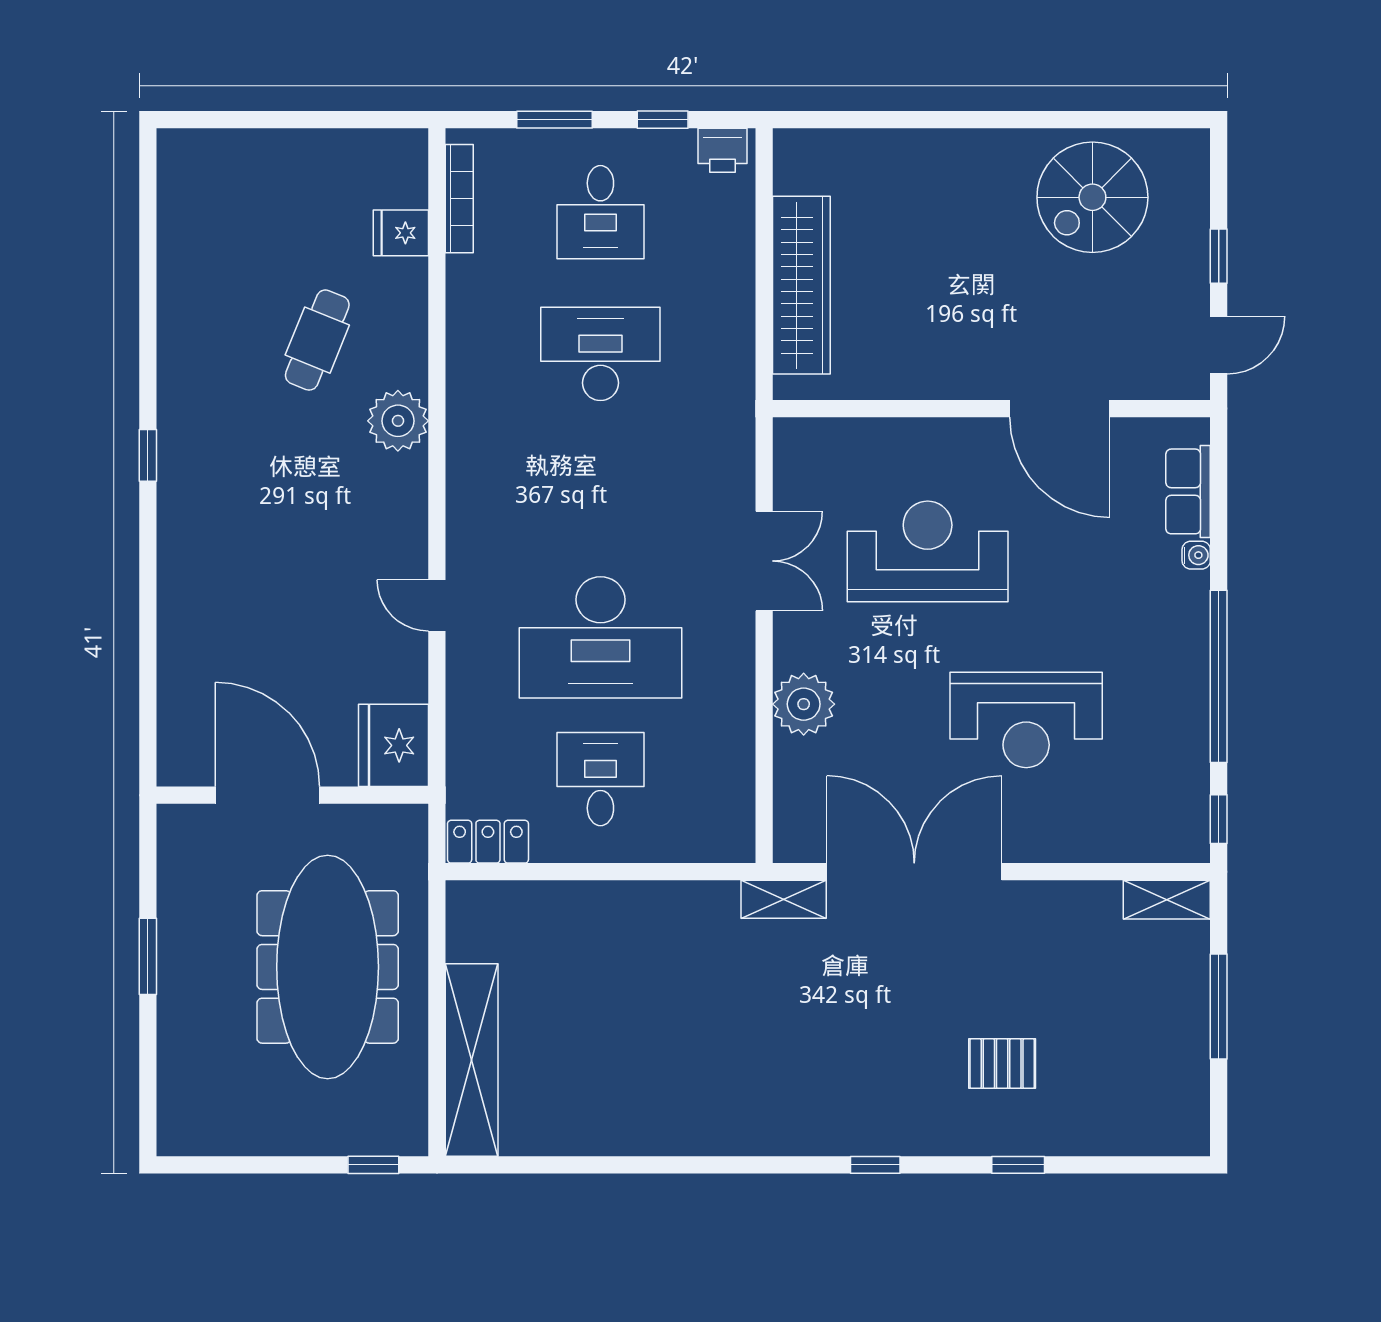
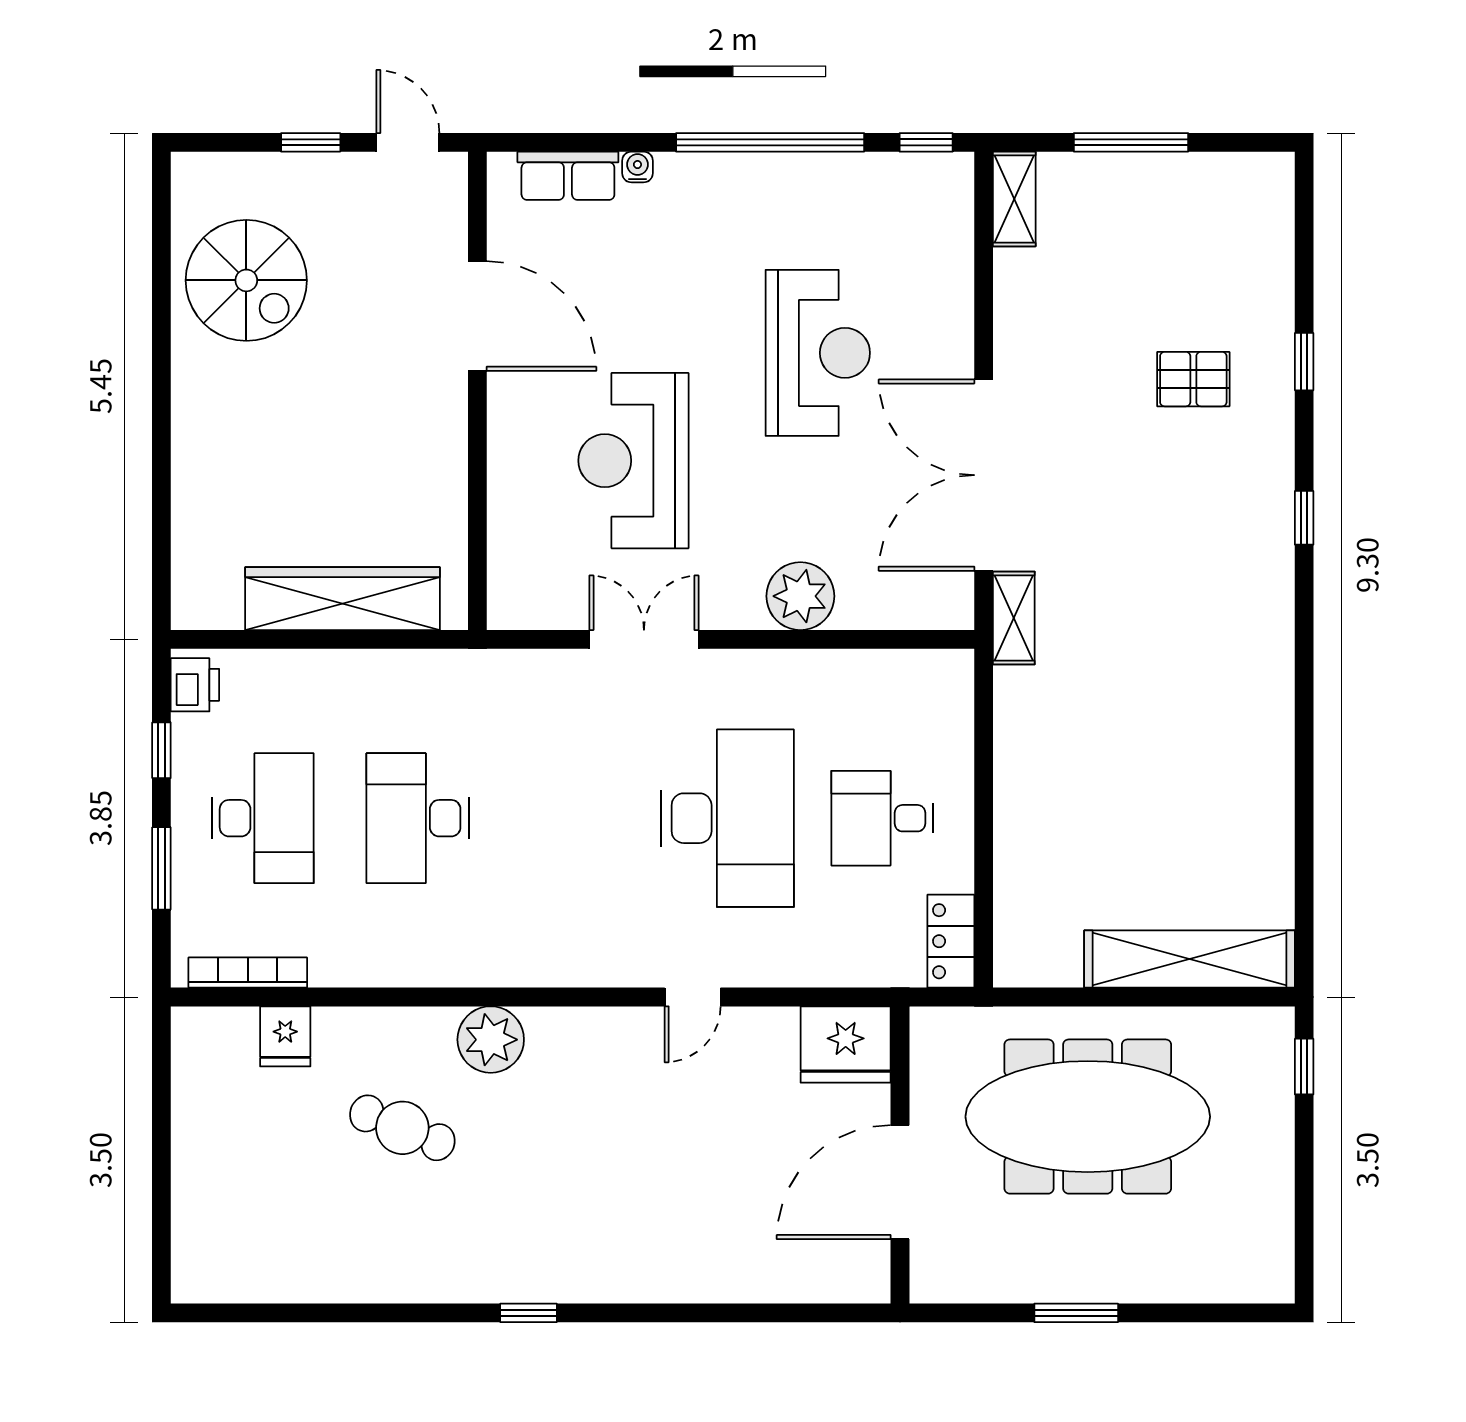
desk: (600, 212) -> (263, 818), width x1.37
door: (1060, 409) -> (477, 316), hinge flipped
pallet: (1002, 1064) -> (1193, 379), turned 90

